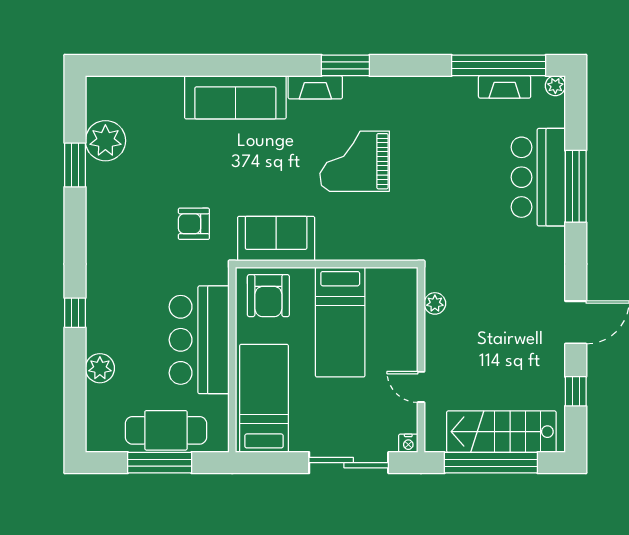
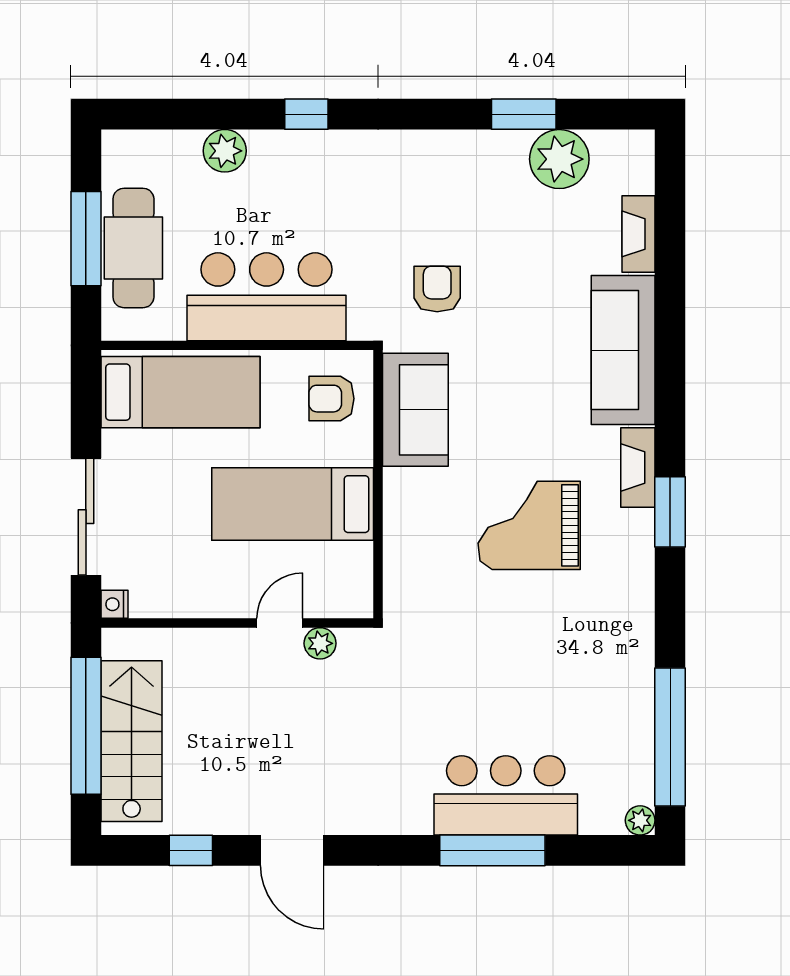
fireplace: (505, 87) -> (638, 234), moved
grand piano: (355, 161) -> (529, 525), turned -90
armchair: (268, 296) -> (332, 399), width x0.72, depth x0.72
door: (421, 387) -> (280, 623), moved

